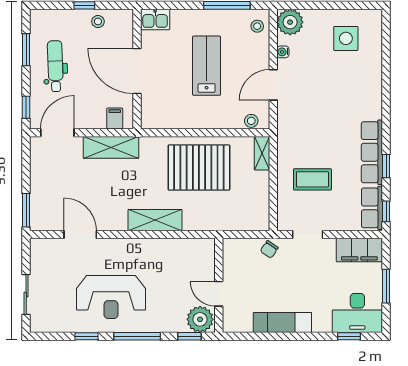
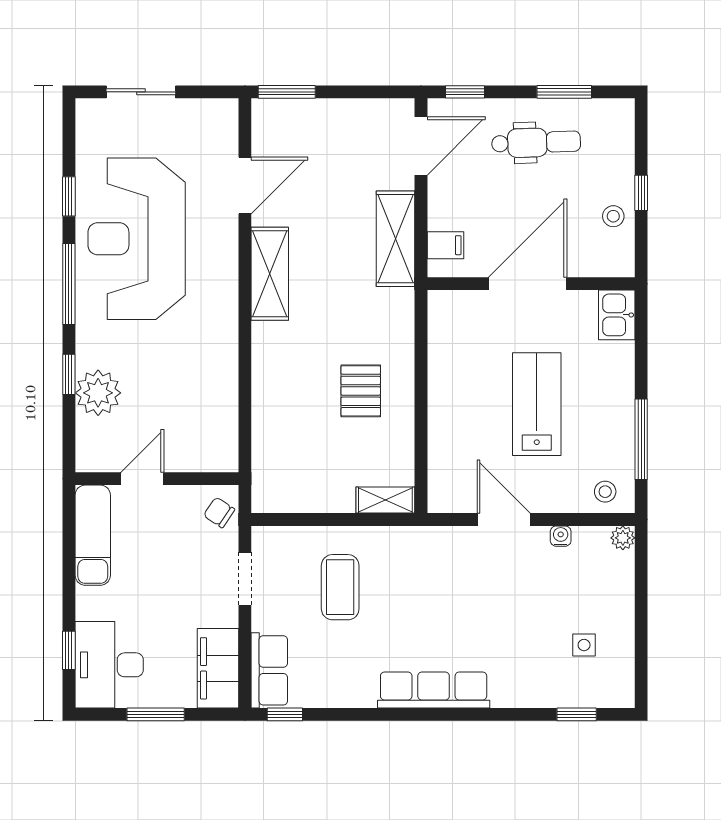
plant: (290, 22) -> (623, 538), width x0.53, depth x0.53
side table: (346, 38) -> (584, 645), width x0.54, depth x0.54
lab bench: (207, 66) -> (537, 404), turned -90
stool: (251, 121) -> (441, 481), removed
door: (57, 133) -> (421, 146), hinge flipped
row of seats: (372, 152) -> (434, 690), moved
window: (386, 166) -> (577, 714), moved
pallet: (199, 168) -> (361, 391), width x0.49, depth x0.50
row of seats: (372, 208) -> (269, 670), moved, turned 90
shelving: (155, 220) -> (270, 274), moved
wall: (219, 285) -> (157, 479), moved
door: (219, 294) -> (142, 479), moved
reception desk: (111, 297) -> (137, 239), width x1.36, depth x1.30

